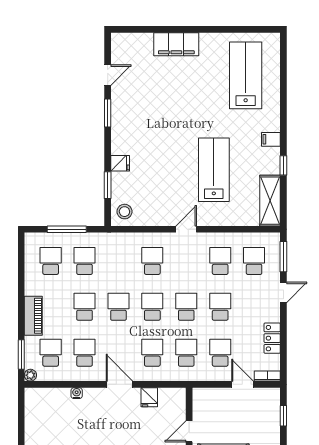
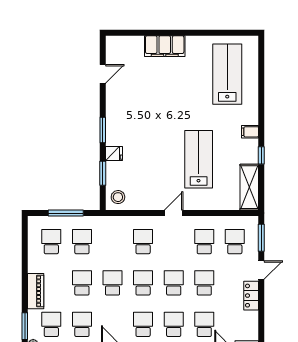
window: (108, 113) -> (103, 130), moved
locker: (272, 338) -> (251, 296), moved

